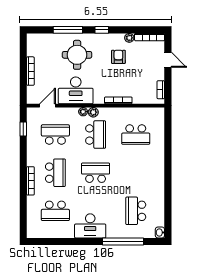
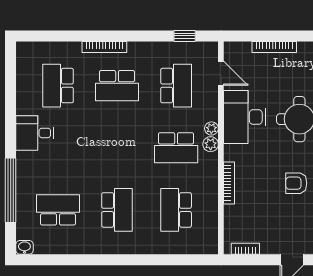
armchair: (118, 57) -> (296, 183), turned 180
school desk: (96, 173) -> (117, 210), moved
desk: (90, 226) -> (35, 133), width x0.73

